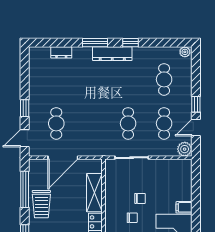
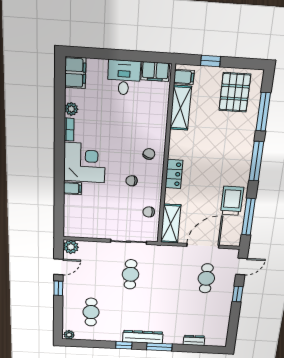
cafe table: (164, 123) -> (92, 272), removed
shelving: (94, 193) -> (171, 224), moved
chair: (140, 198) -> (149, 212), moved

